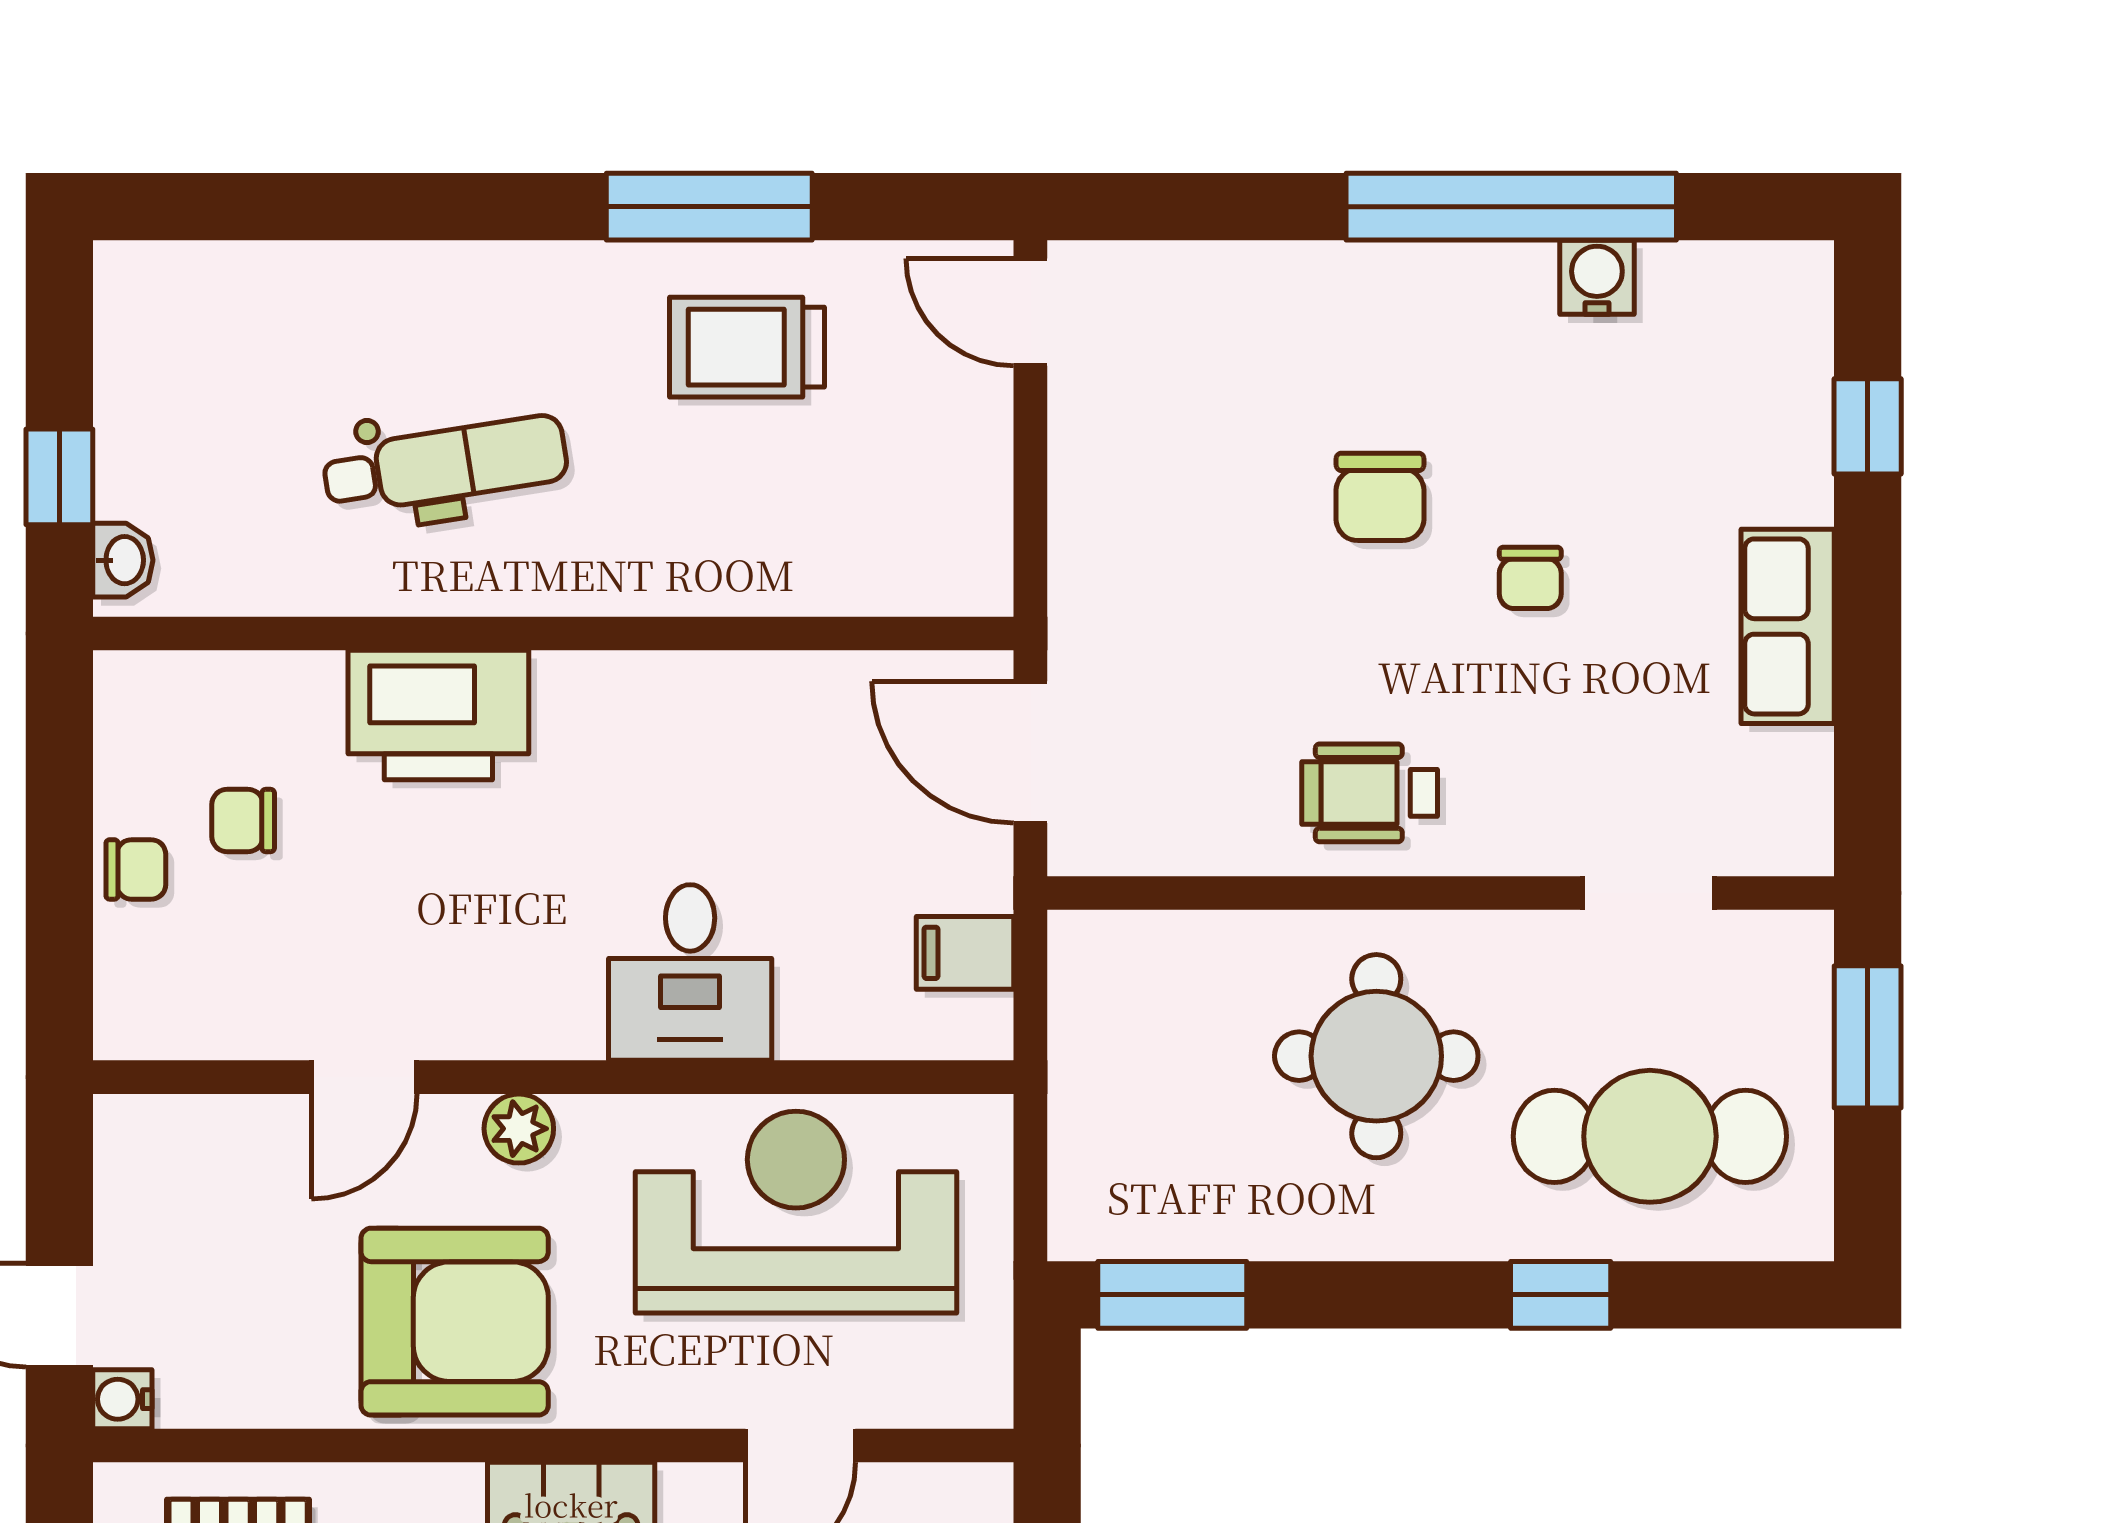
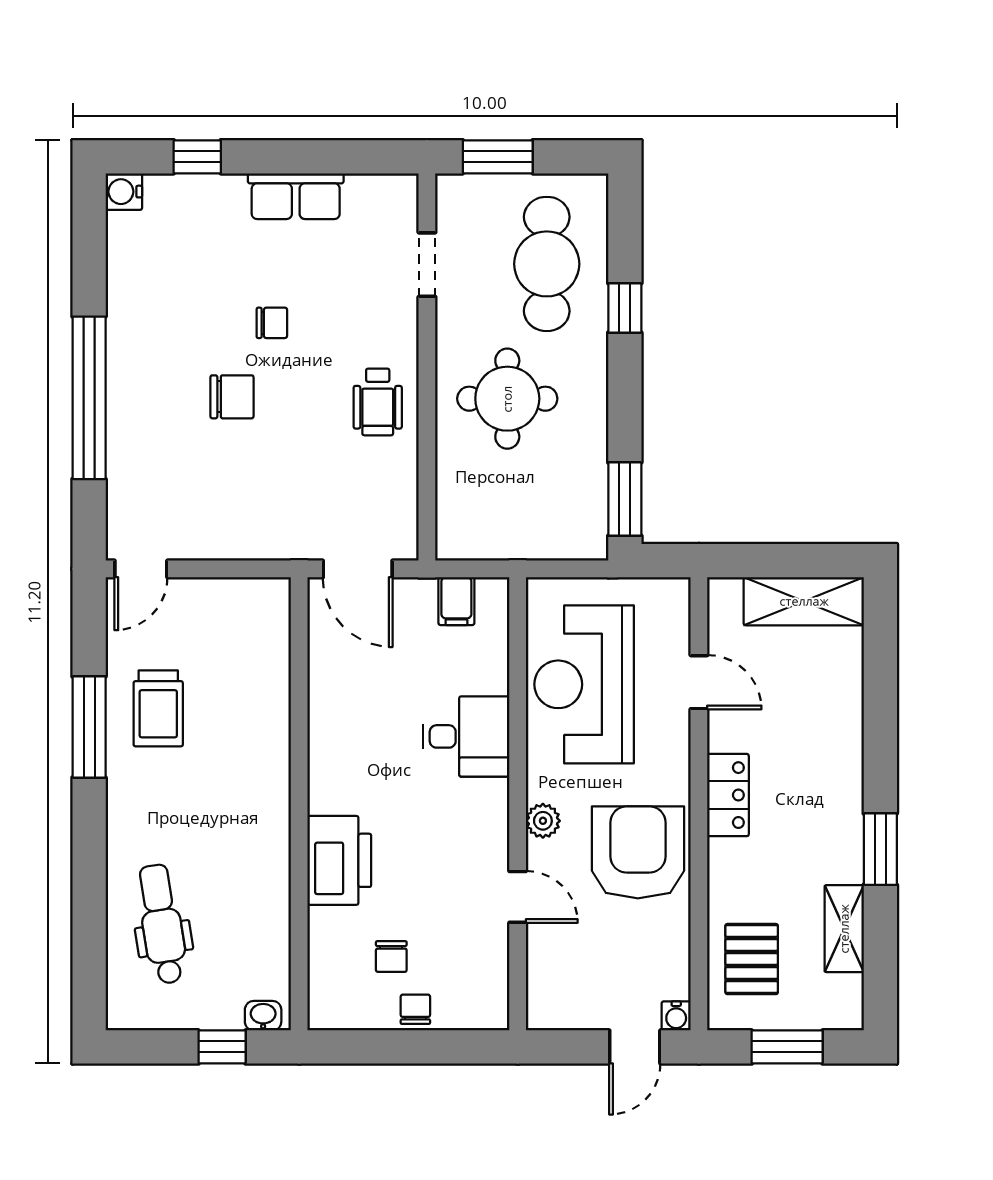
window: (1511, 207) -> (89, 398), moved
water cooler: (1597, 277) -> (124, 192), moved
dental chair: (445, 464) -> (162, 924), moved
door: (1030, 752) -> (358, 569), hinge flipped

